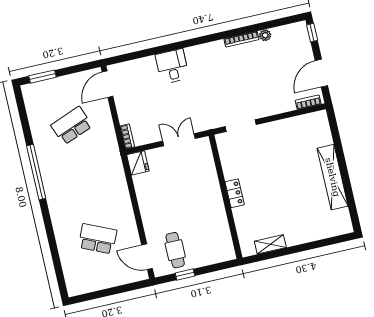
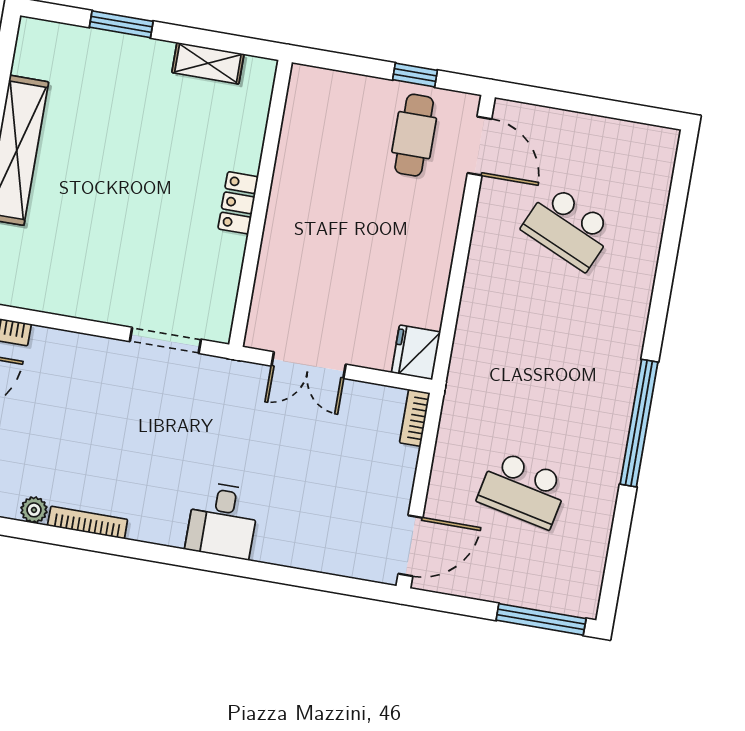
desk: (172, 66) -> (222, 520), moved
window: (43, 77) -> (541, 619), width x1.44
school desk: (72, 126) -> (523, 490), turned 33
window: (312, 245) -> (121, 24), added

